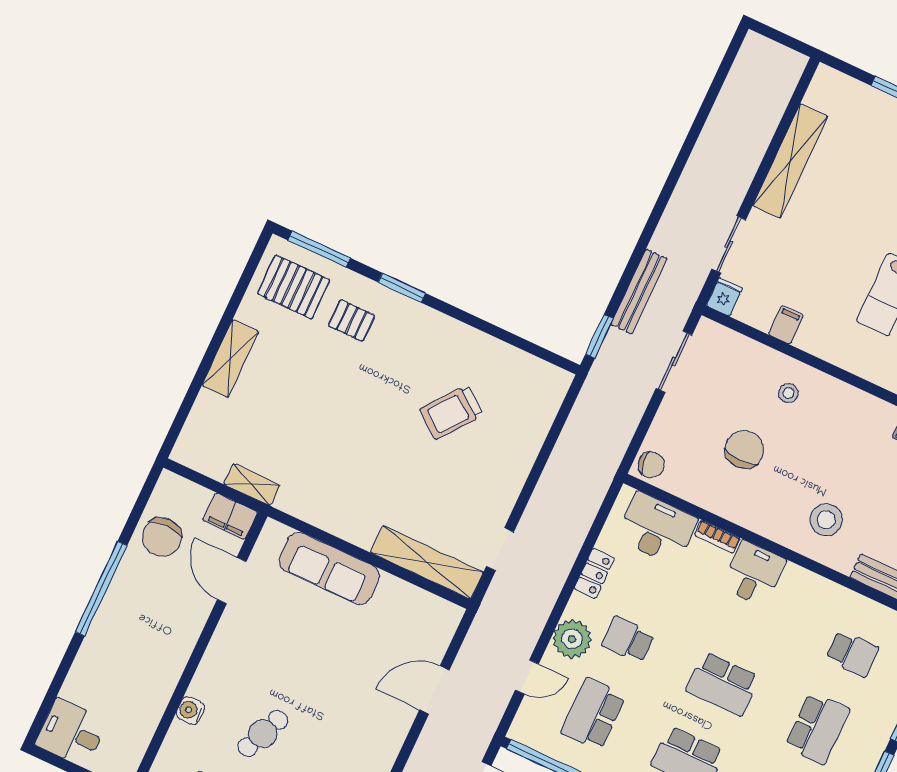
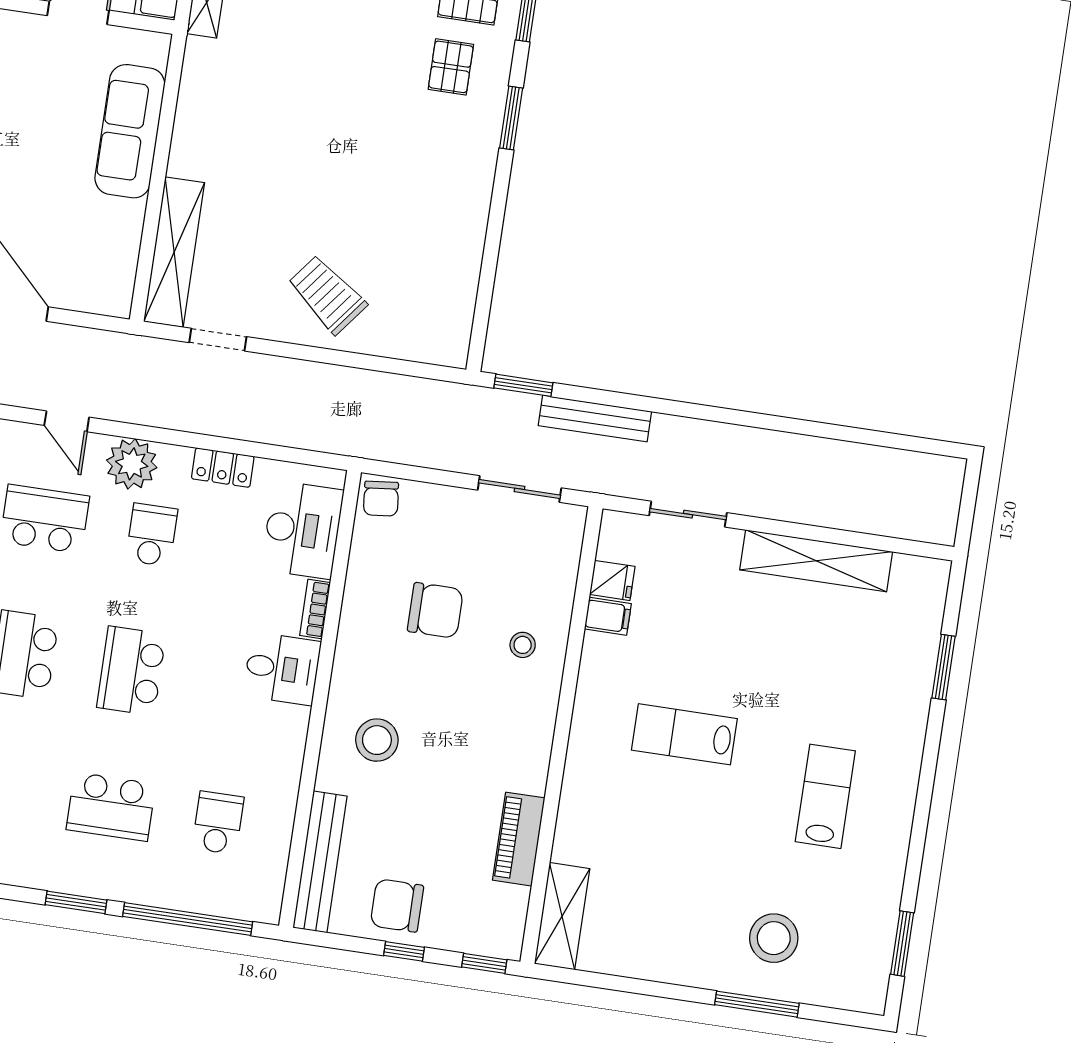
fridge: (724, 297) -> (612, 580), moved
trolley: (451, 412) -> (327, 295), moved
school desk: (852, 654) -> (218, 823), turned 180

